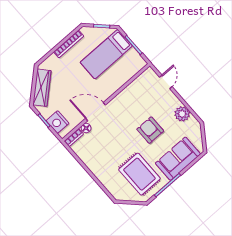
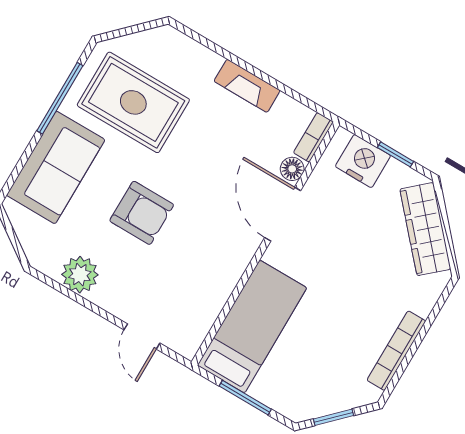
bed: (106, 54) -> (252, 327), moved
door: (96, 112) -> (283, 214), swing flipped
fireplace: (93, 166) -> (247, 86), added

